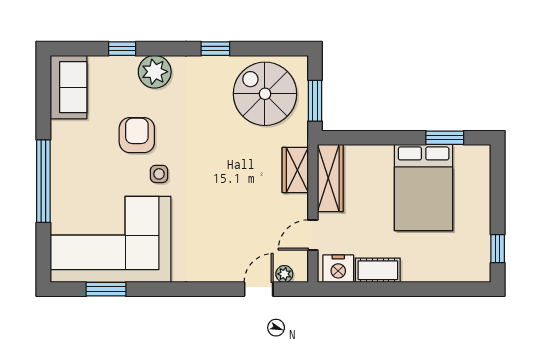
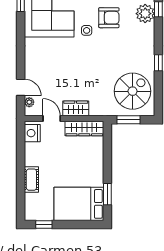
plant: (155, 72) -> (145, 14), moved
wardrobe: (295, 170) -> (76, 108), moved
bed: (424, 188) -> (79, 204), moved
cot: (378, 270) -> (31, 180), moved

